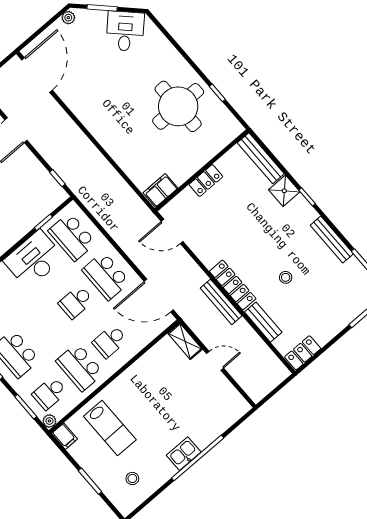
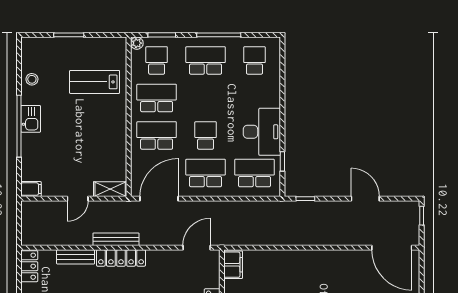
school desk: (110, 341) -> (157, 136), width x1.85
filing cabinet: (65, 436) -> (31, 189), moved, turned 180
stool: (132, 478) -> (32, 79), moved

